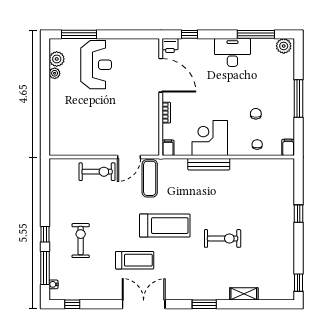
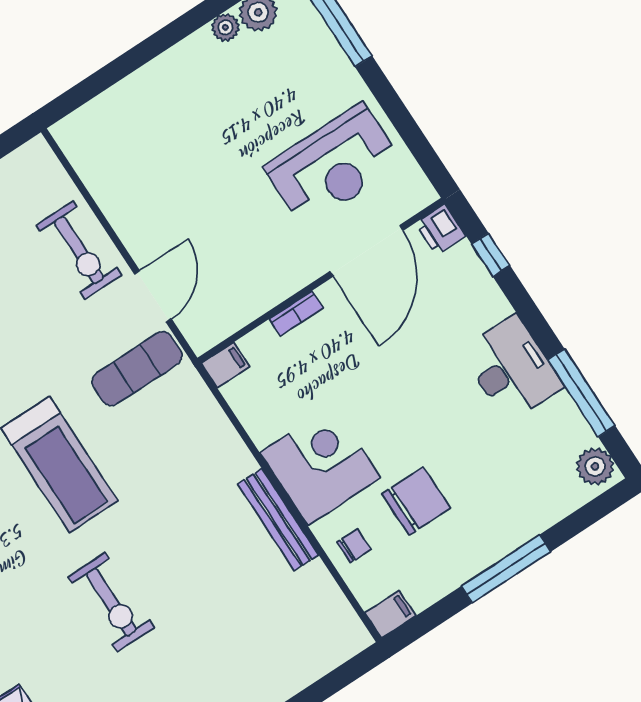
reception desk: (96, 65) -> (333, 165), moved
chair: (256, 114) -> (416, 501), width x1.87, depth x1.87
corner desk: (210, 138) -> (320, 465), moved
door: (129, 157) -> (153, 296), swing flipped
bench: (209, 164) -> (278, 520), moved

